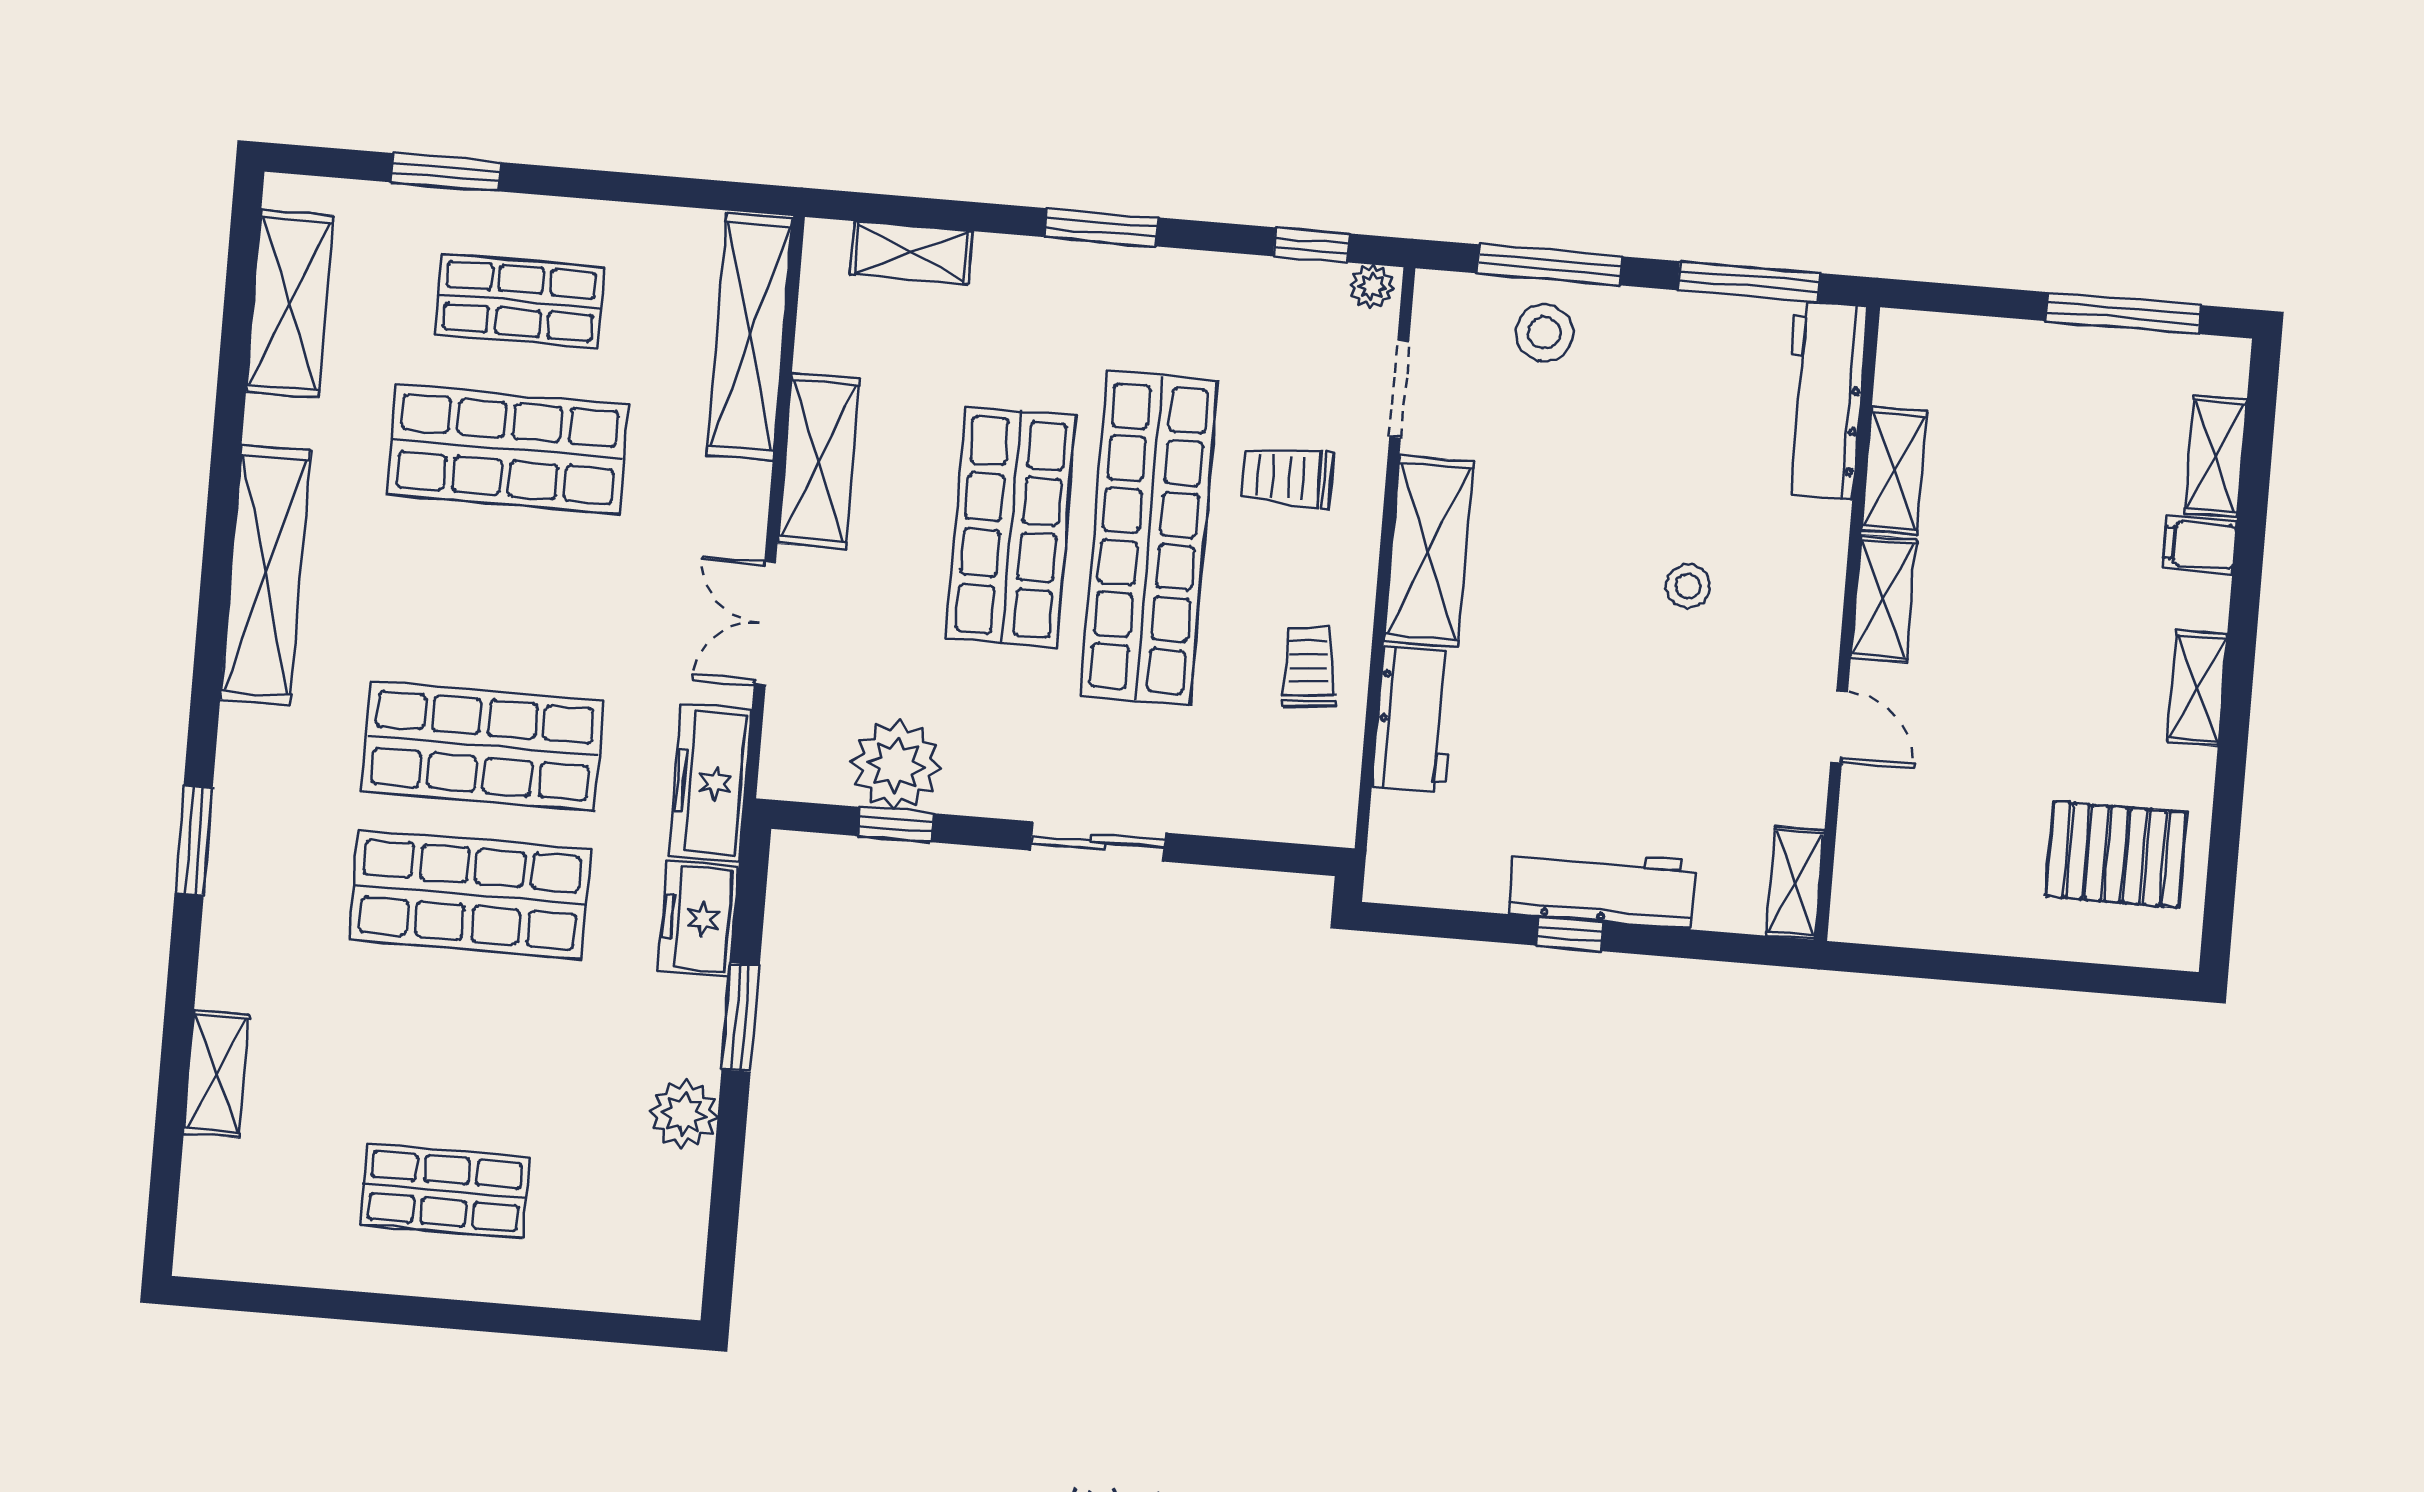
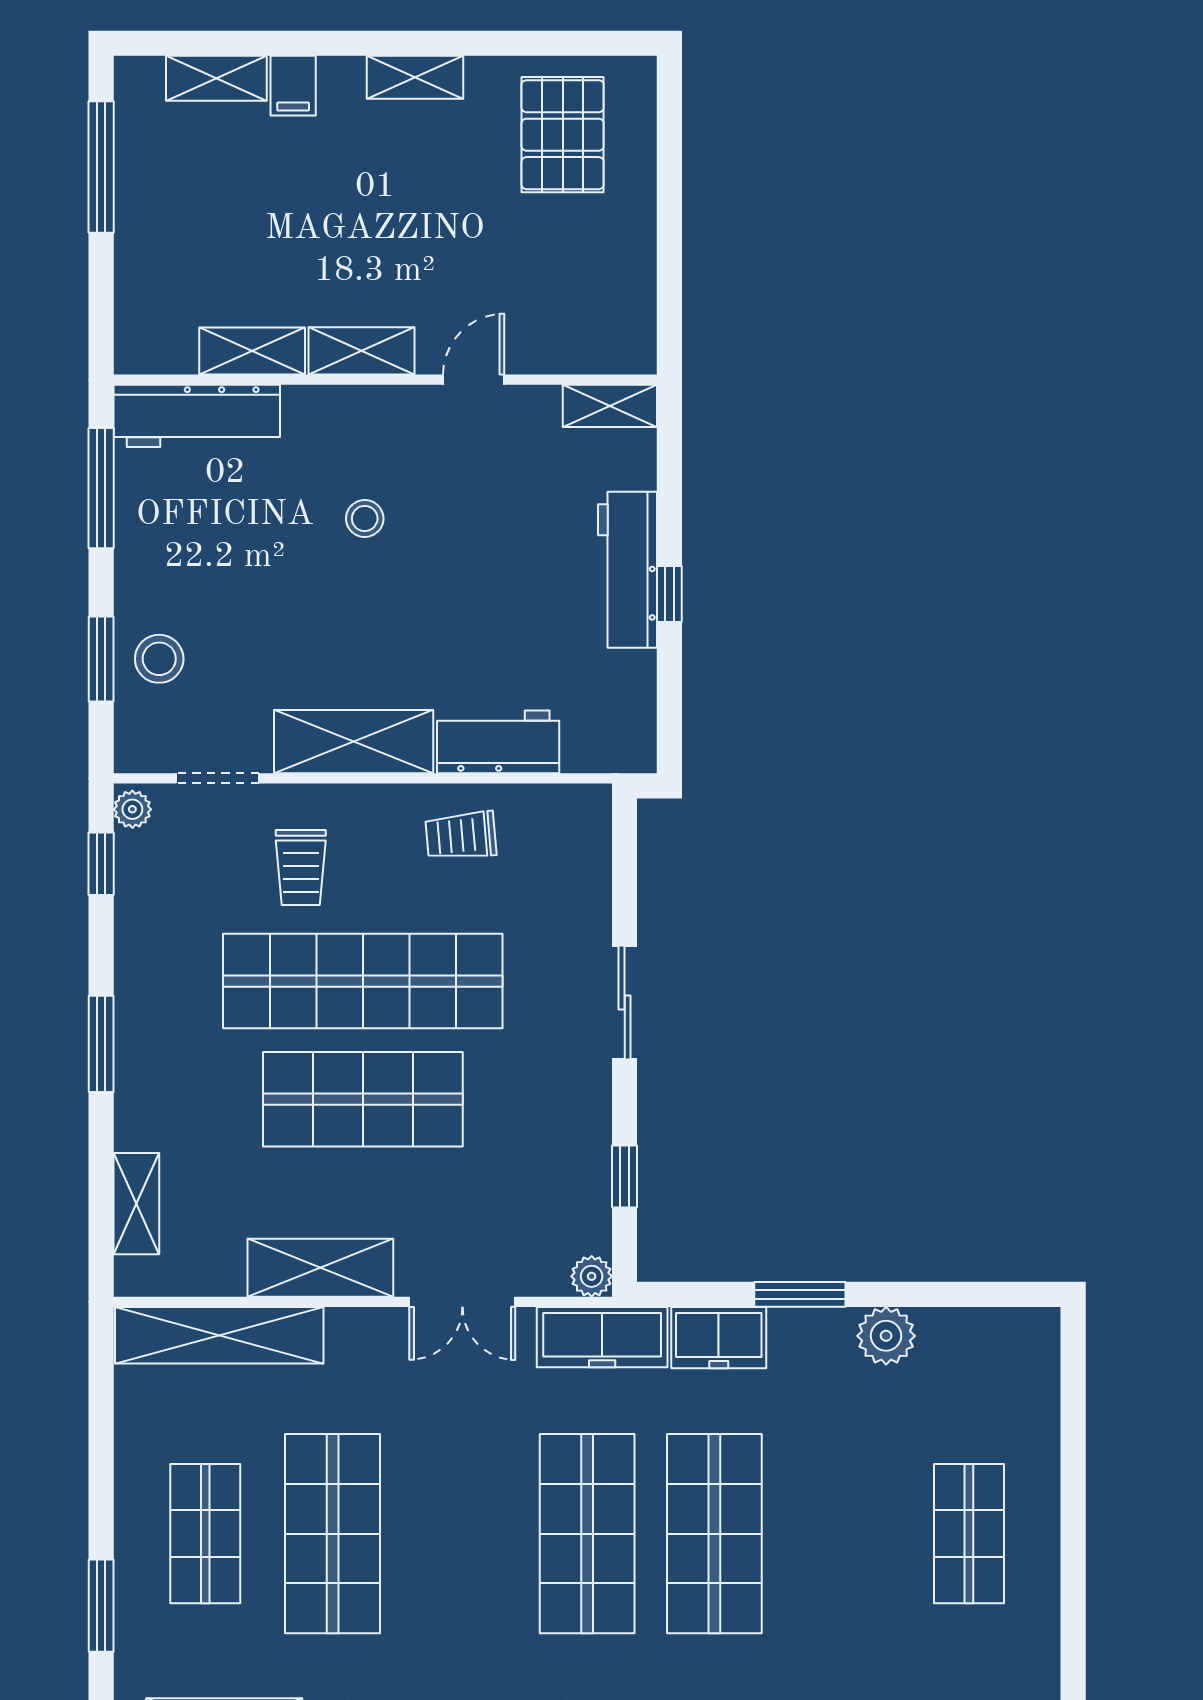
window: (1550, 265) -> (101, 659), width x0.69
plant: (896, 765) -> (592, 1276), moved, width x0.53, depth x0.53

